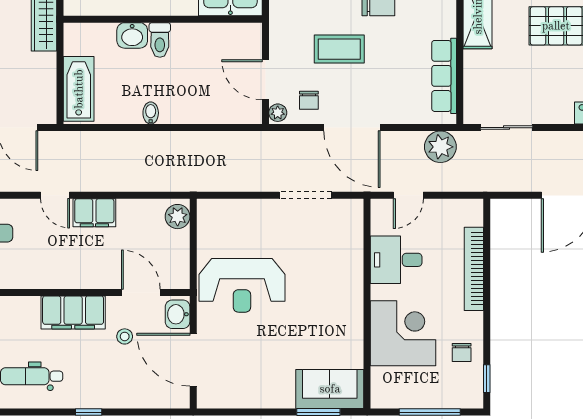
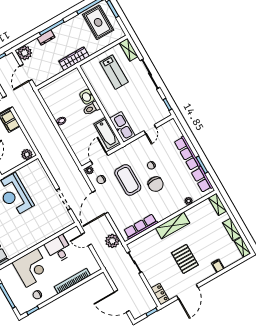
coffee table: (339, 49) -> (128, 180), width x1.36, depth x1.32
bathtub: (79, 89) -> (107, 133), moved, turned 90

